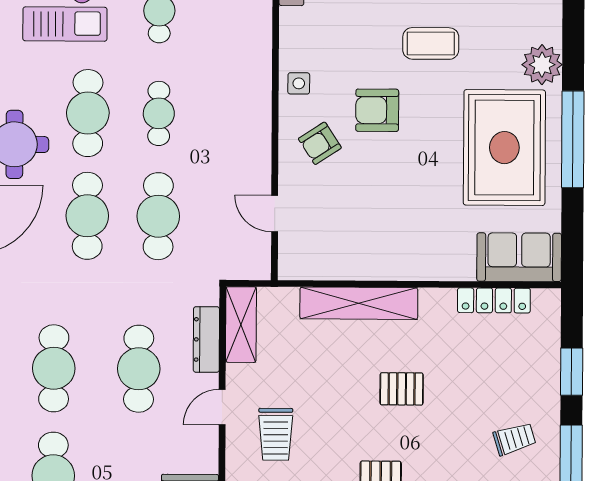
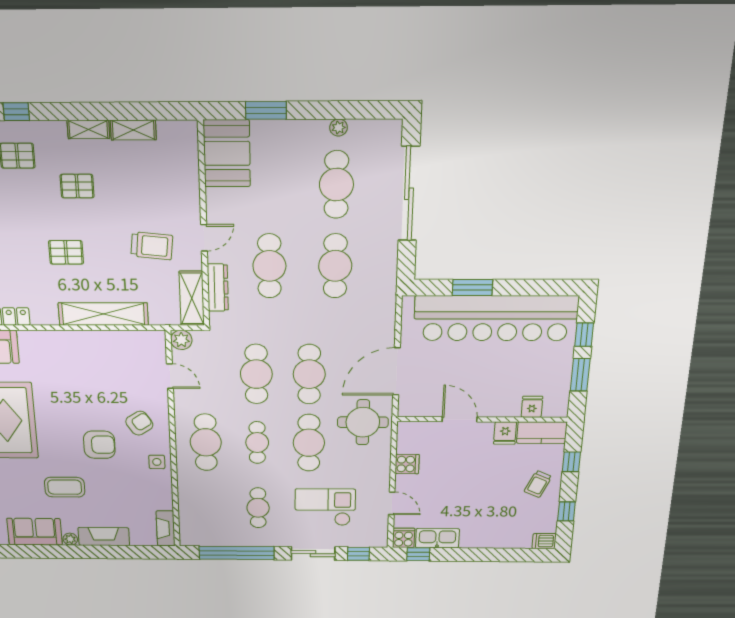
cafe table: (230, 114) -> (206, 442), added
plant: (257, 266) -> (181, 340), added
trolley: (276, 434) -> (152, 246), moved, turned 96

